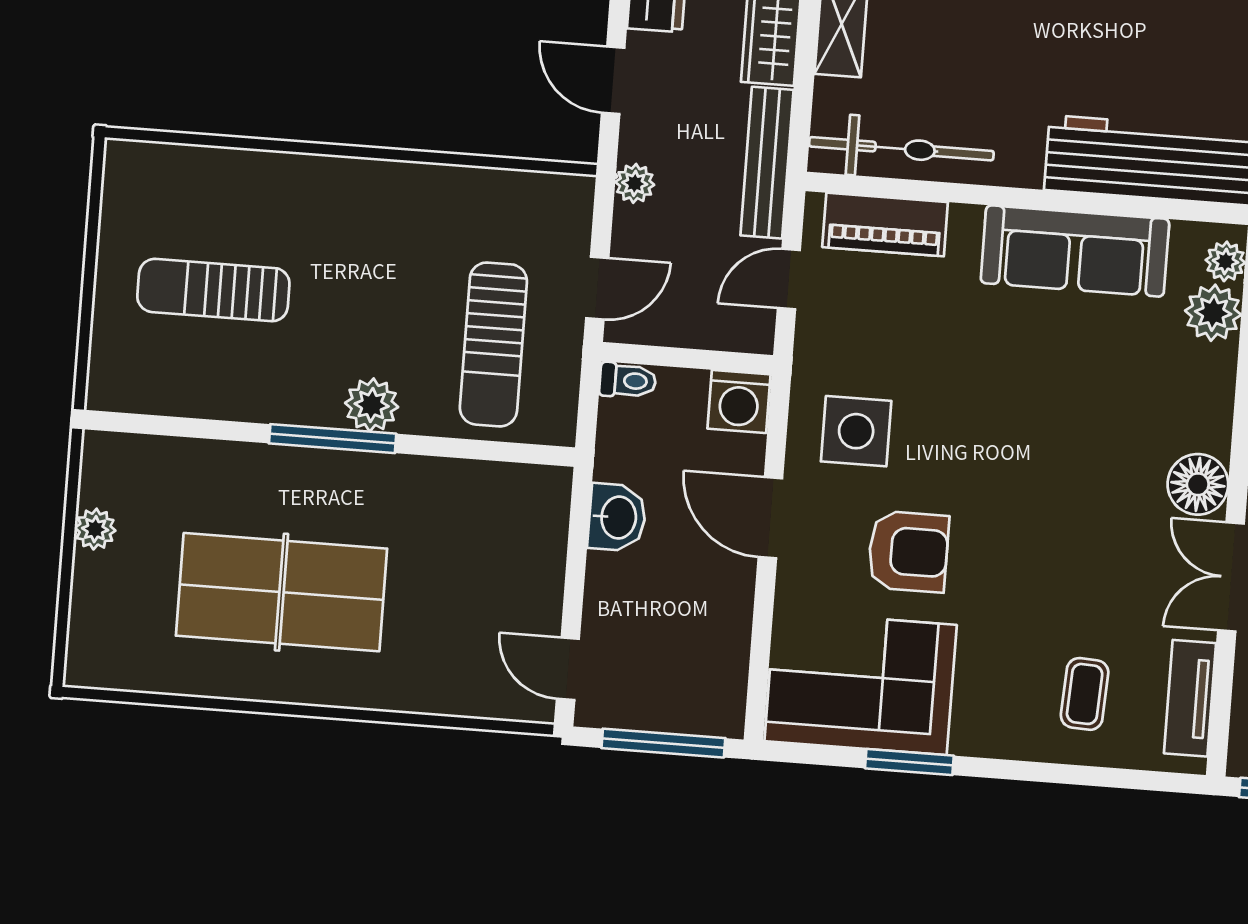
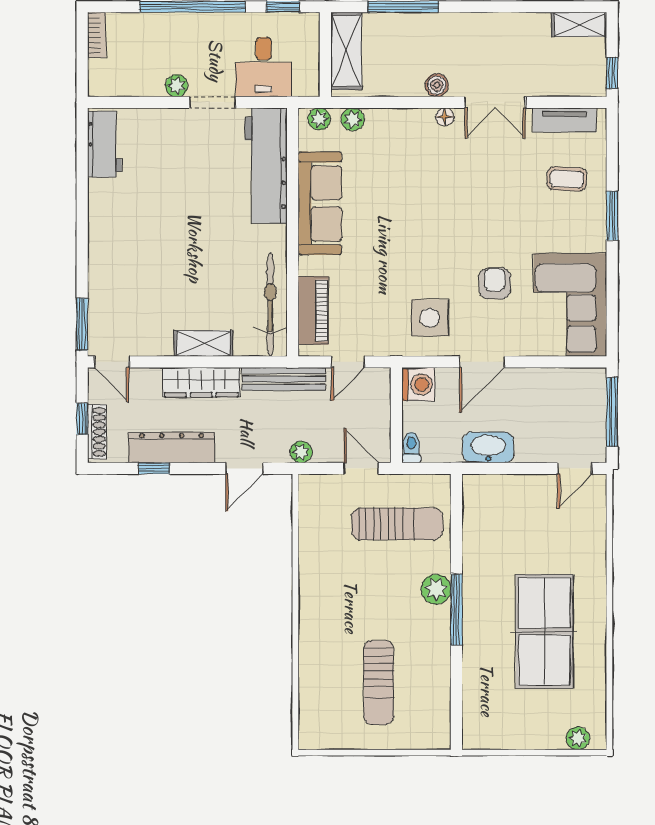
door: (789, 279) -> (348, 362), hinge flipped
plant: (1213, 313) -> (353, 119), width x0.73, depth x0.73
floor lamp: (1198, 484) -> (445, 117), width x0.53, depth x0.53
washbasin: (617, 517) -> (488, 447), width x1.38
plant: (95, 529) -> (578, 738), moved
armchair: (908, 552) -> (495, 284), width x0.72, depth x0.72
window: (909, 762) -> (612, 216), moved

